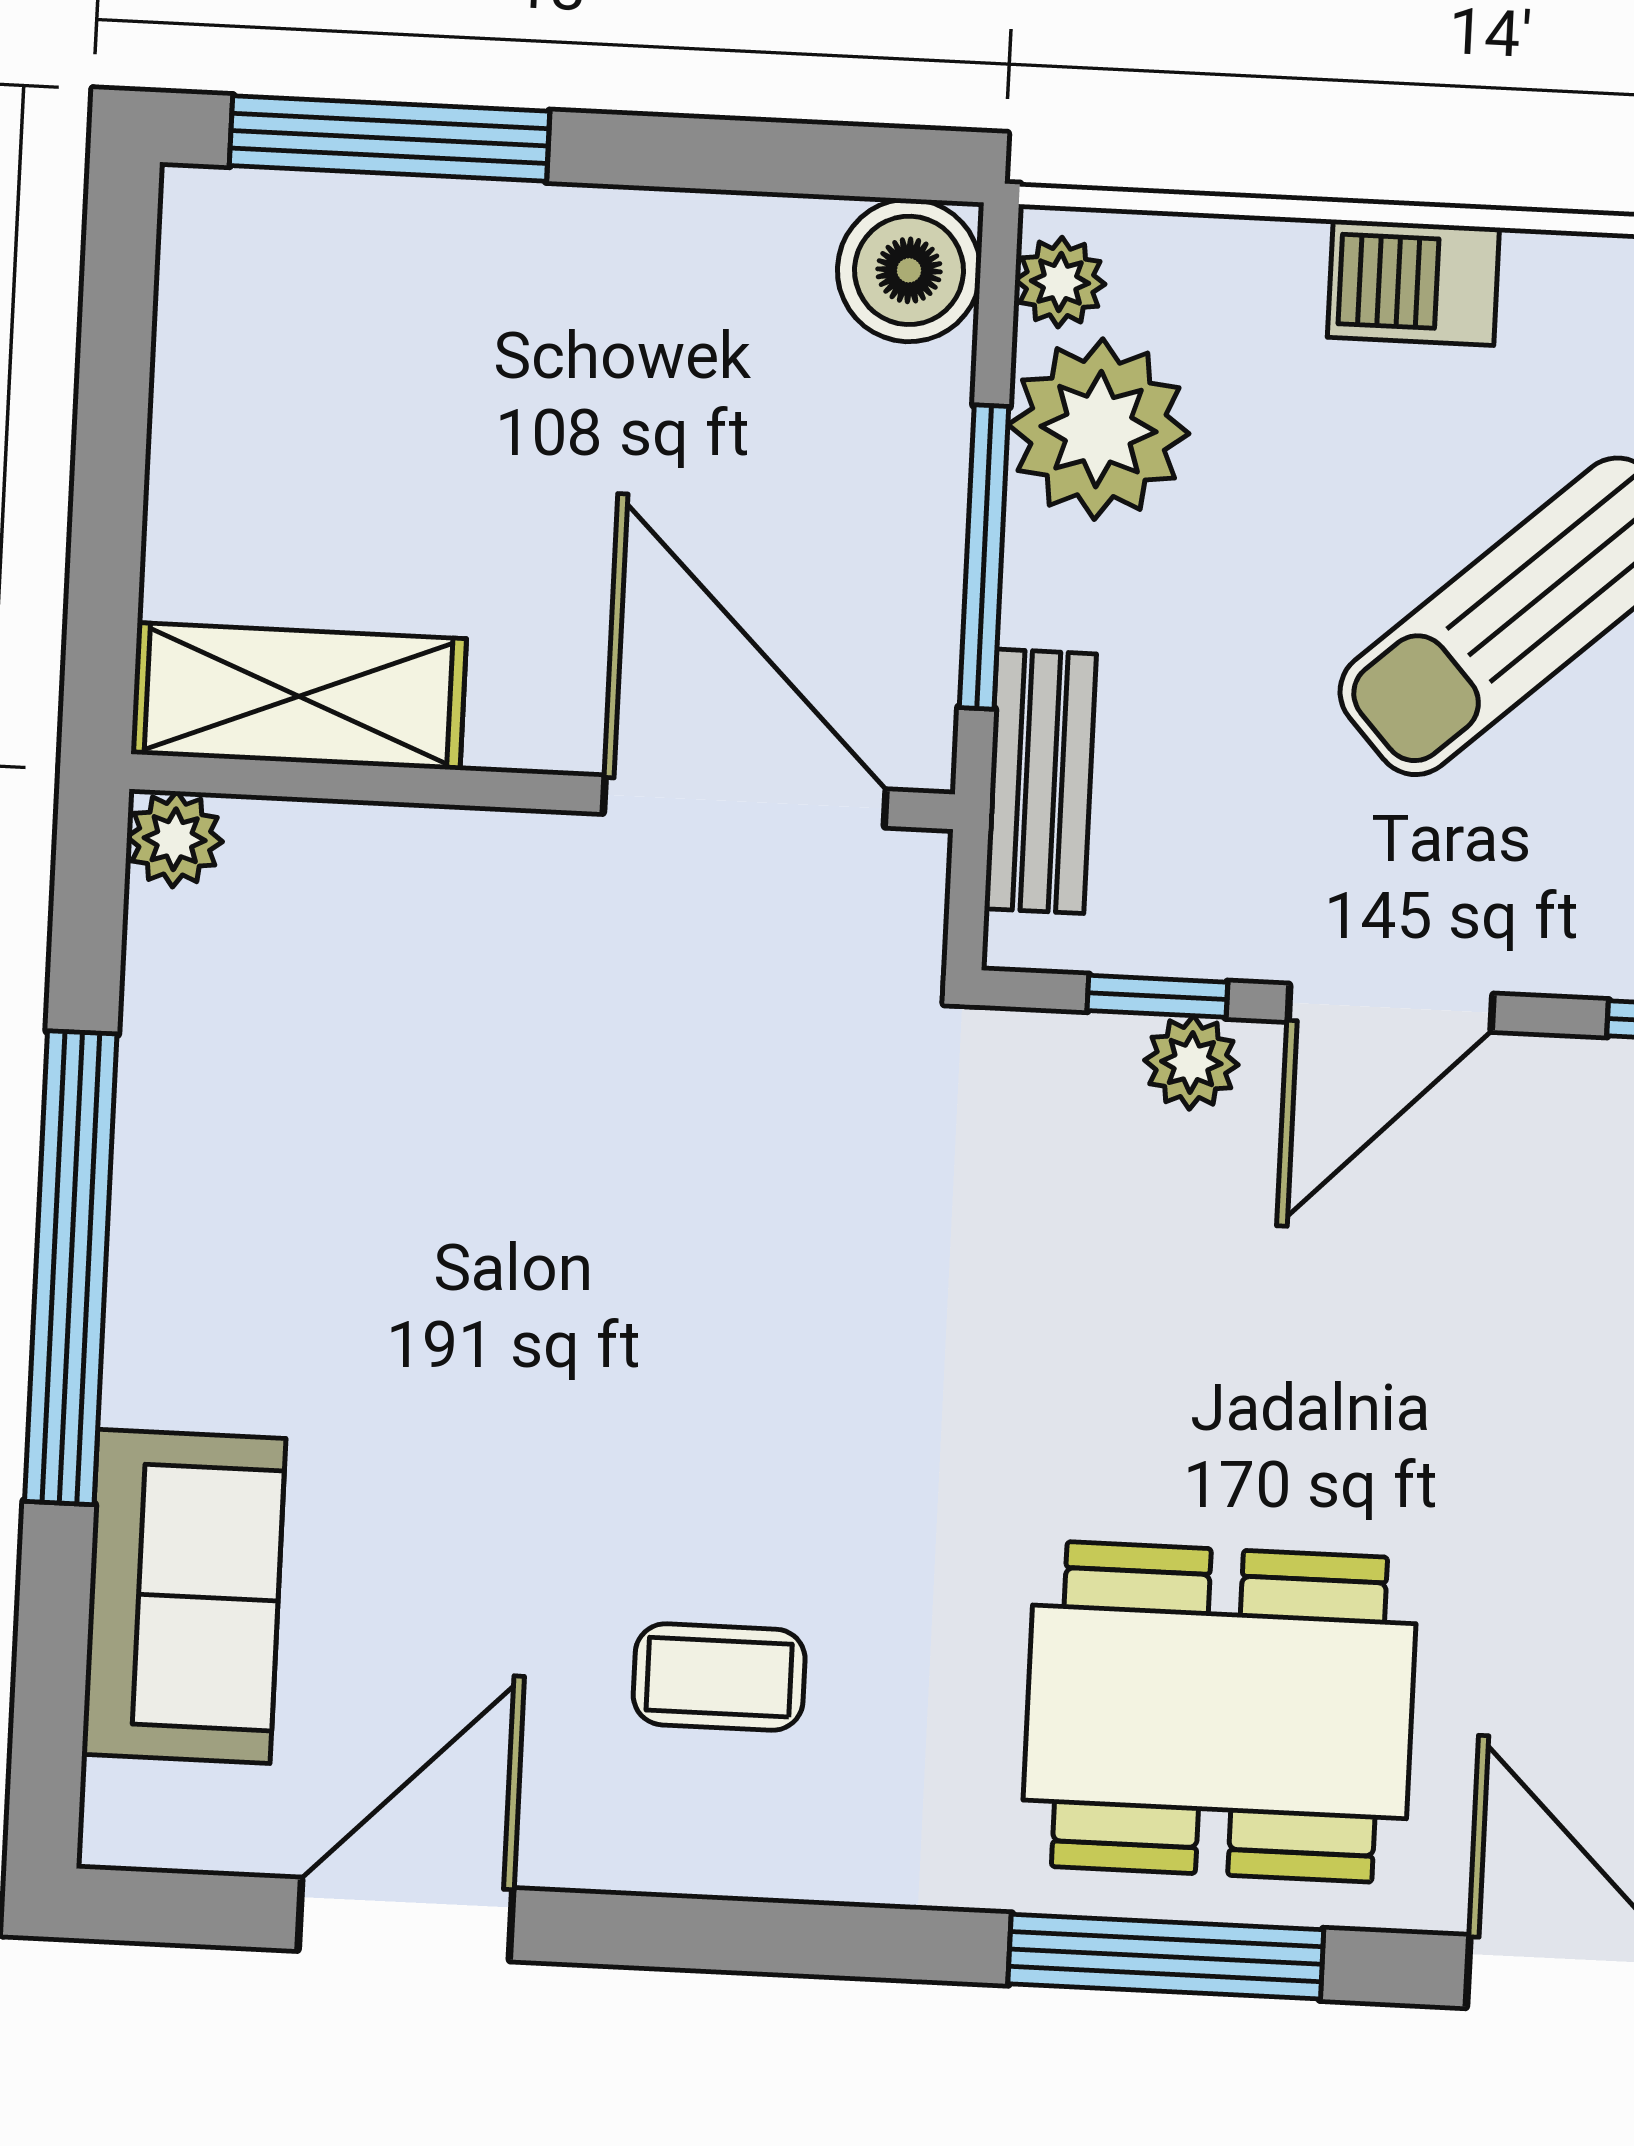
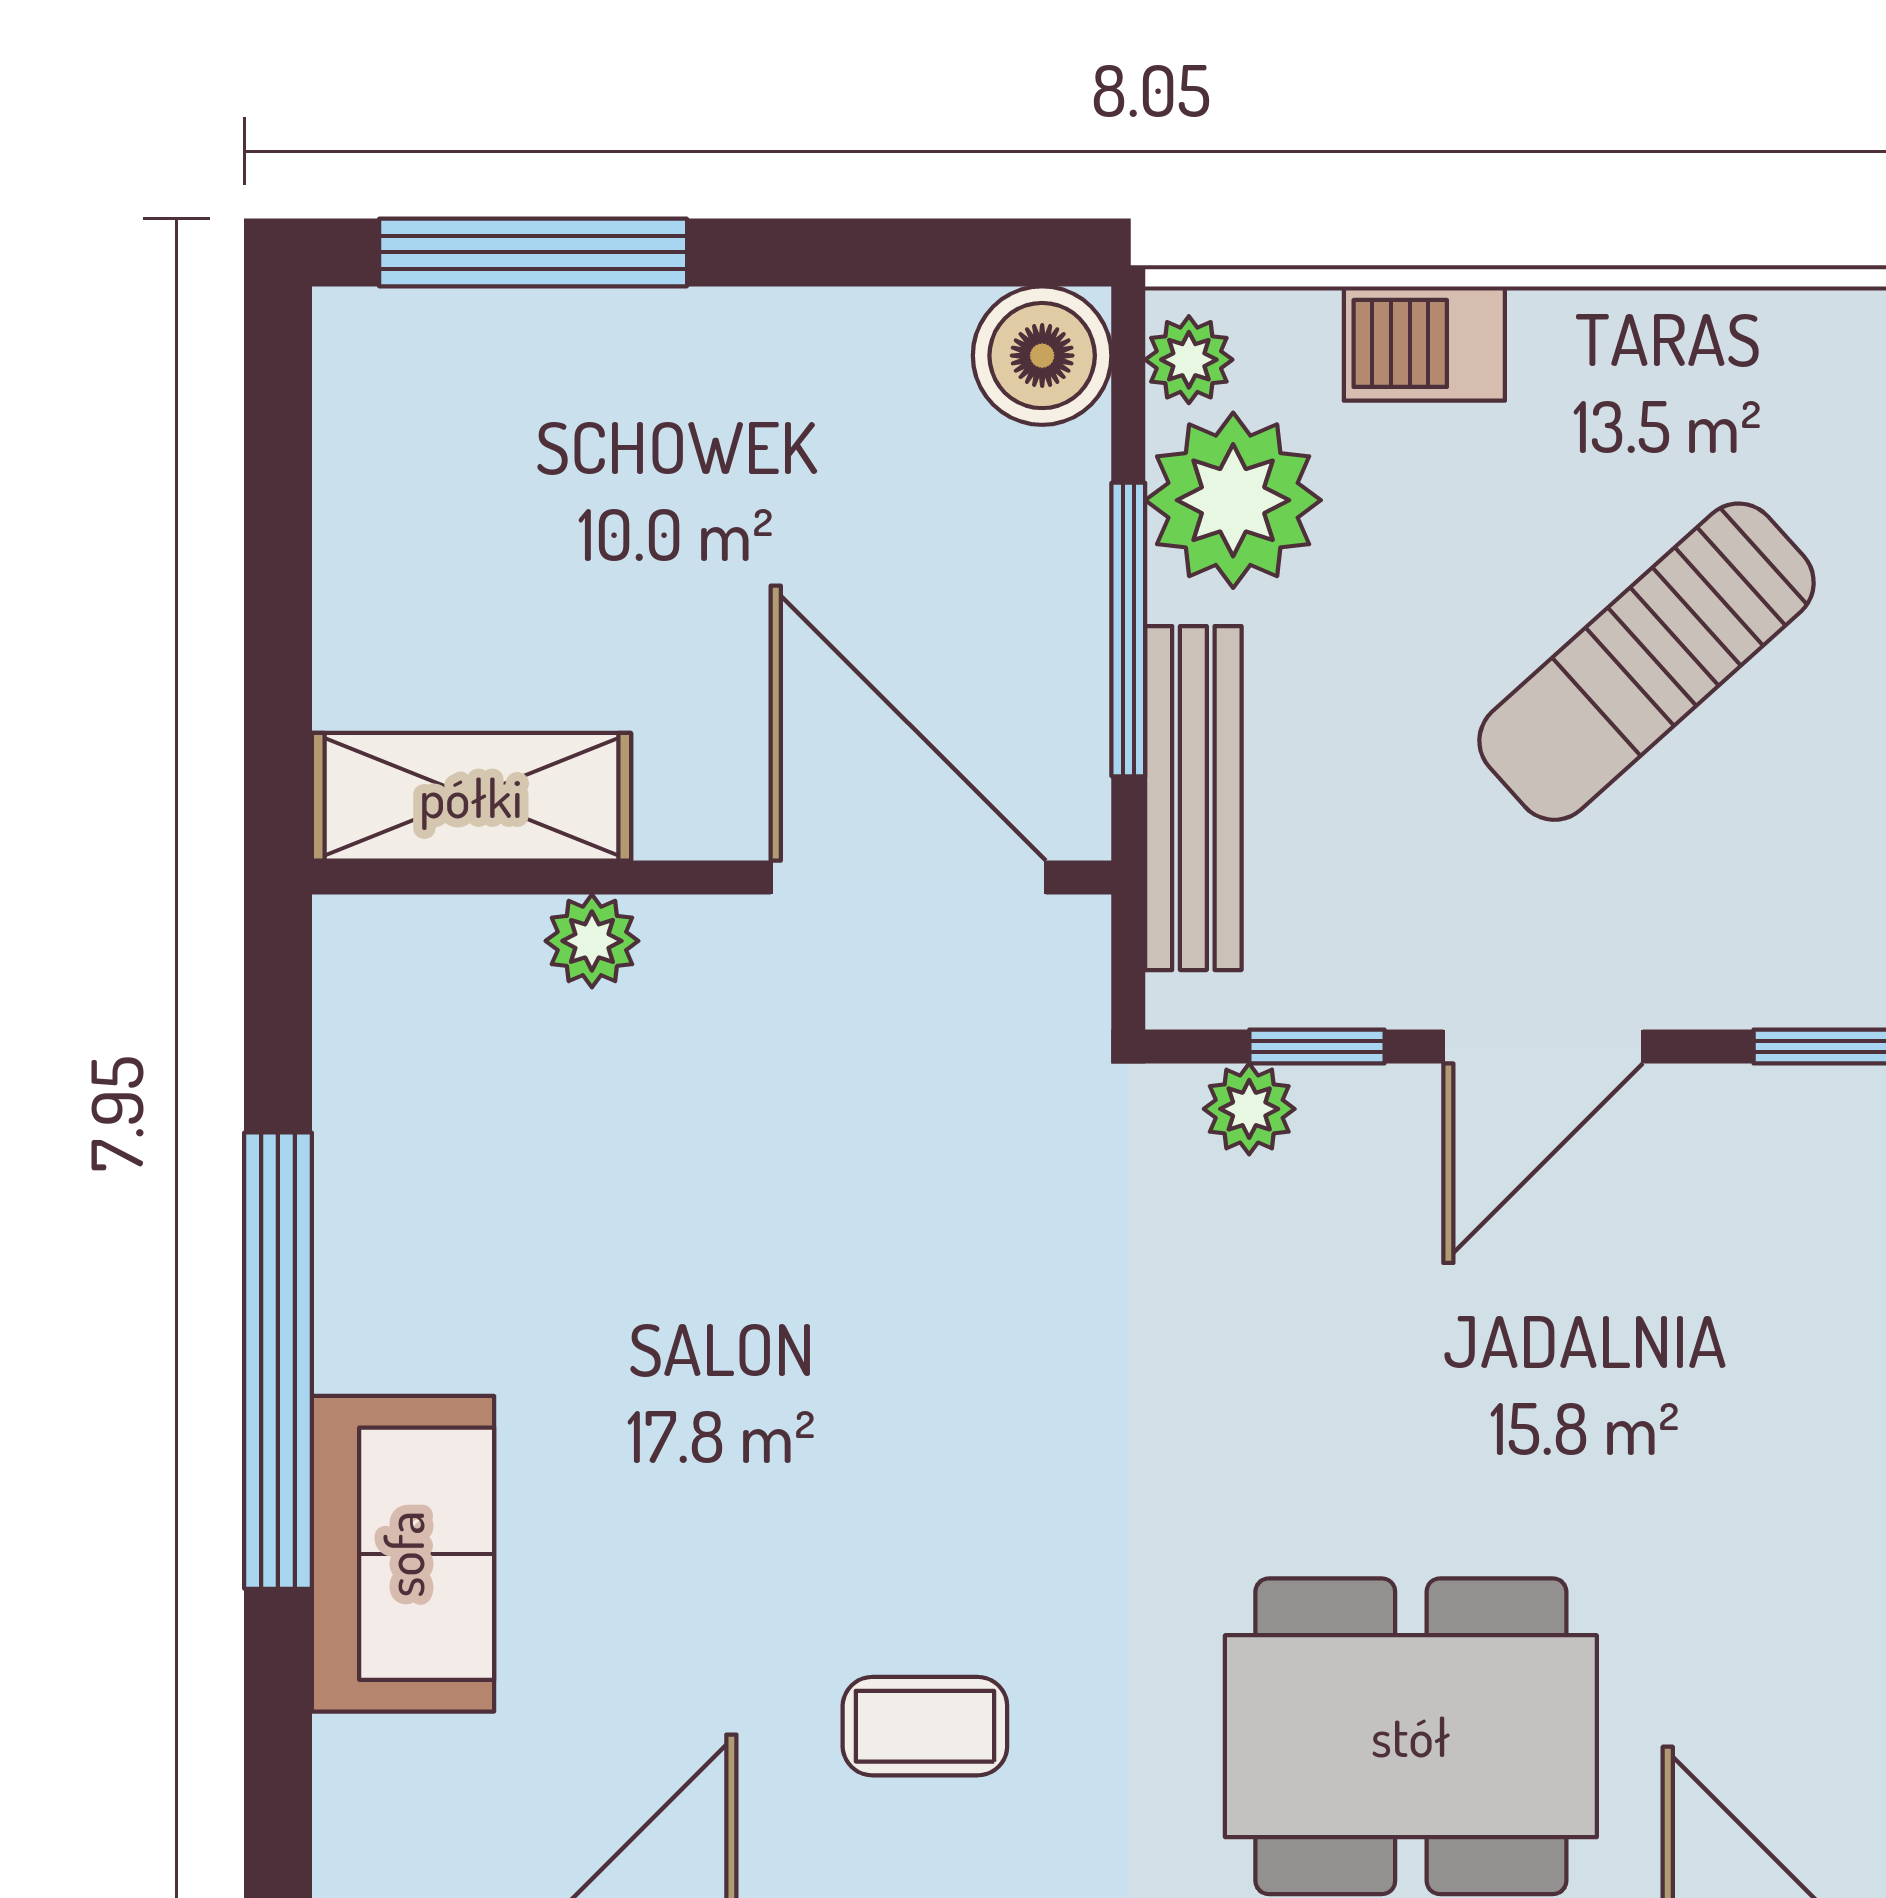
barbecue: (1413, 283) -> (1424, 343), moved
bench: (1040, 781) -> (1193, 798), width x1.36
plant: (175, 839) -> (592, 941), moved
plant: (1191, 1062) -> (1249, 1109), moved
sofa: (184, 1596) -> (403, 1554), moved

